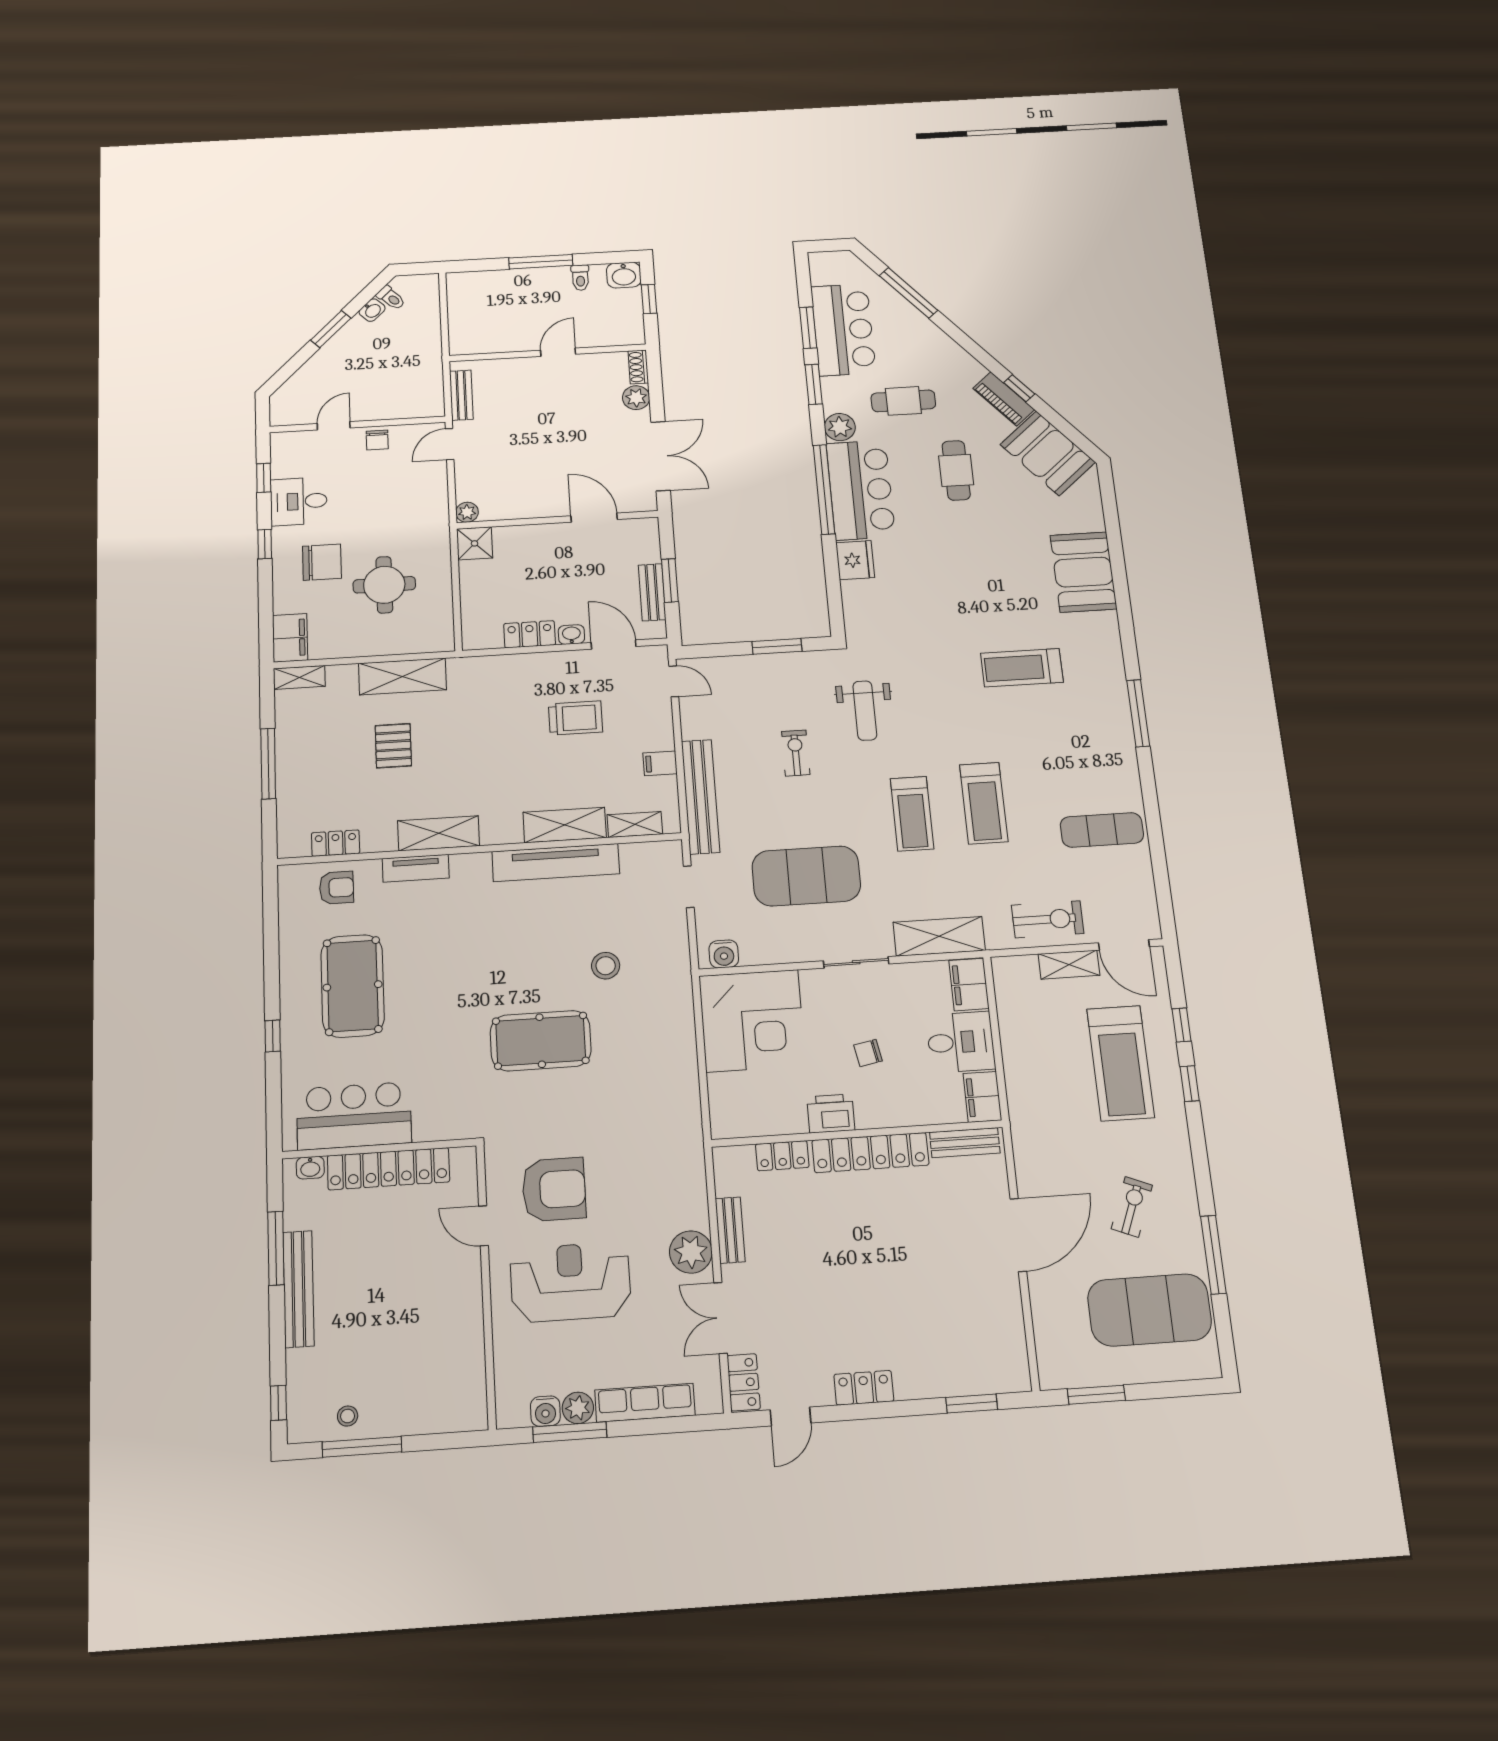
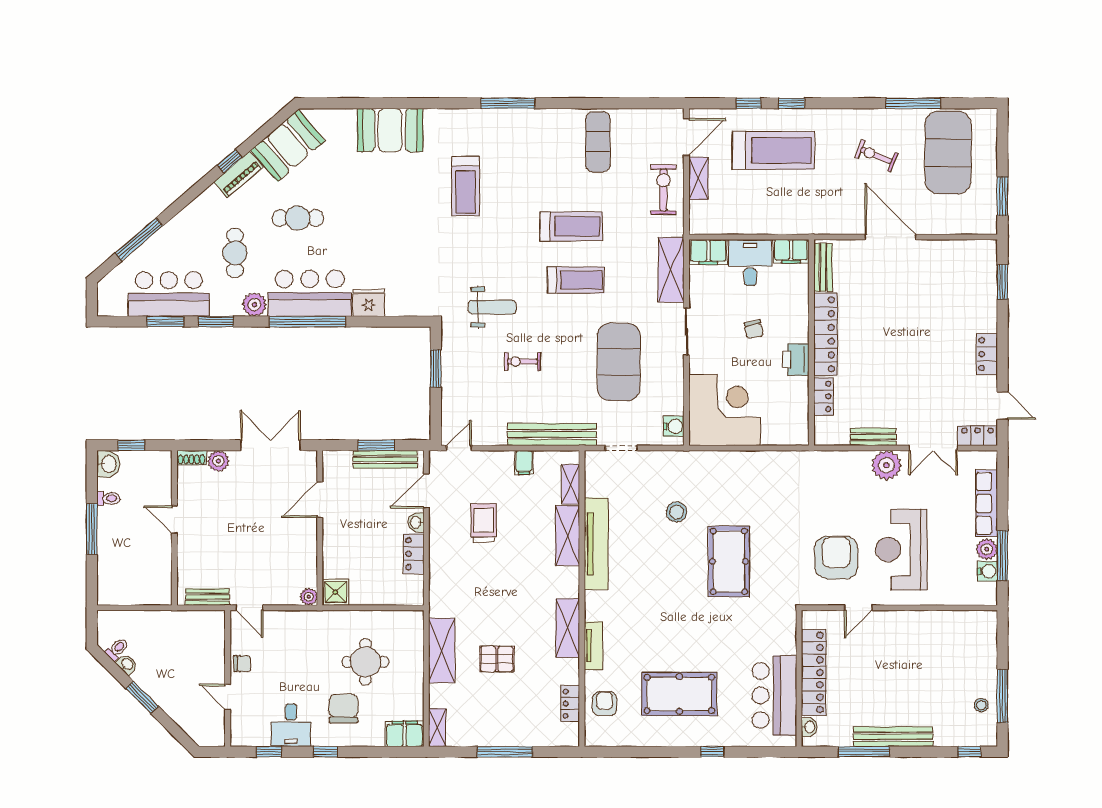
bench: (652, 592) -> (385, 459), width x1.36

